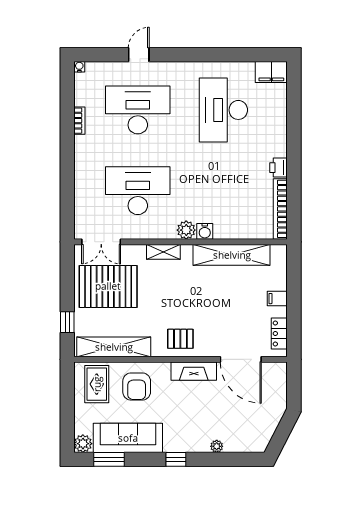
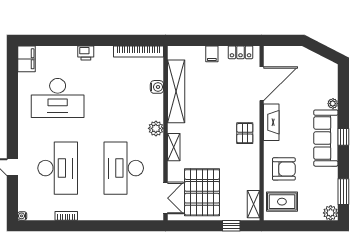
desk: (138, 110) -> (58, 168), turned 180
printer: (278, 168) -> (86, 53), moved
water cooler: (205, 231) -> (157, 87), moved
shelving: (114, 347) -> (253, 204), width x0.45, depth x0.75
sofa: (128, 438) -> (326, 138), moved

